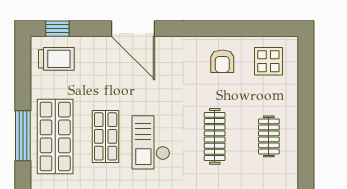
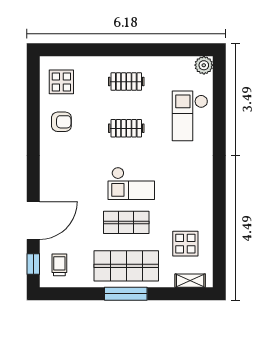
door: (133, 29) -> (33, 221), moved
trolley: (56, 59) -> (59, 265), width x0.73, depth x0.72
clothes rail: (215, 136) -> (126, 128), width x0.73

